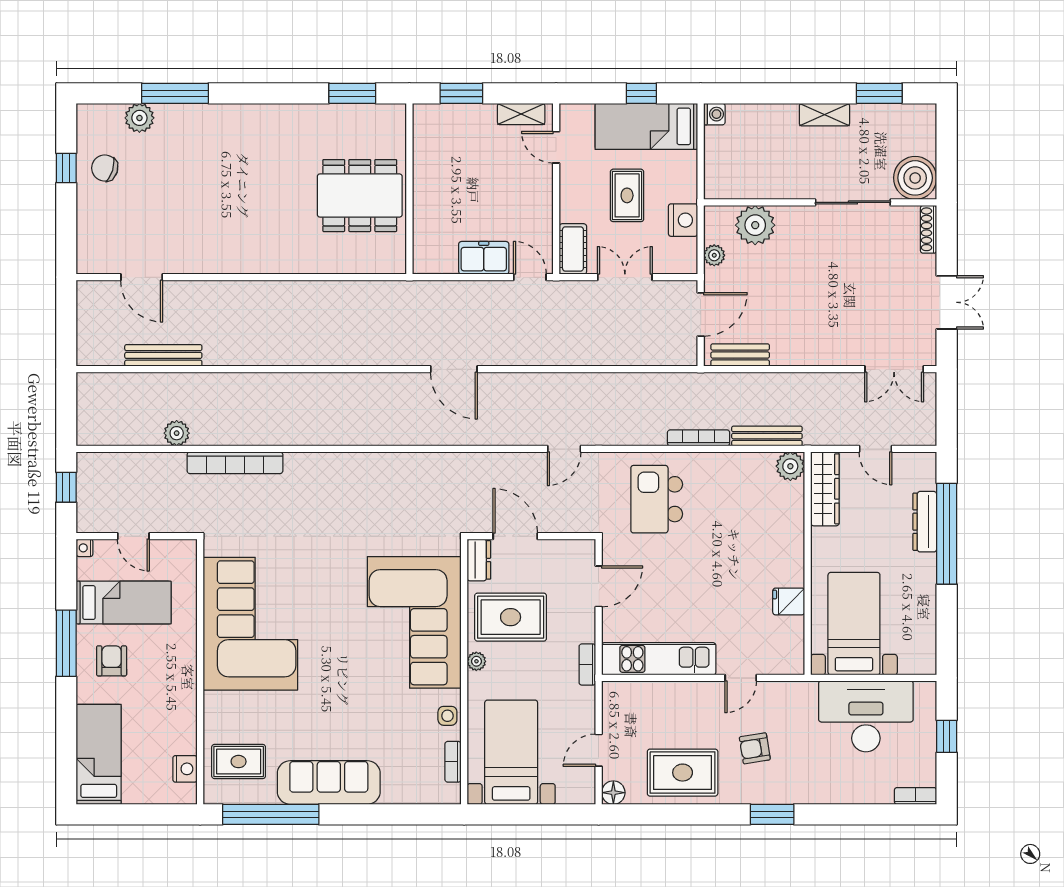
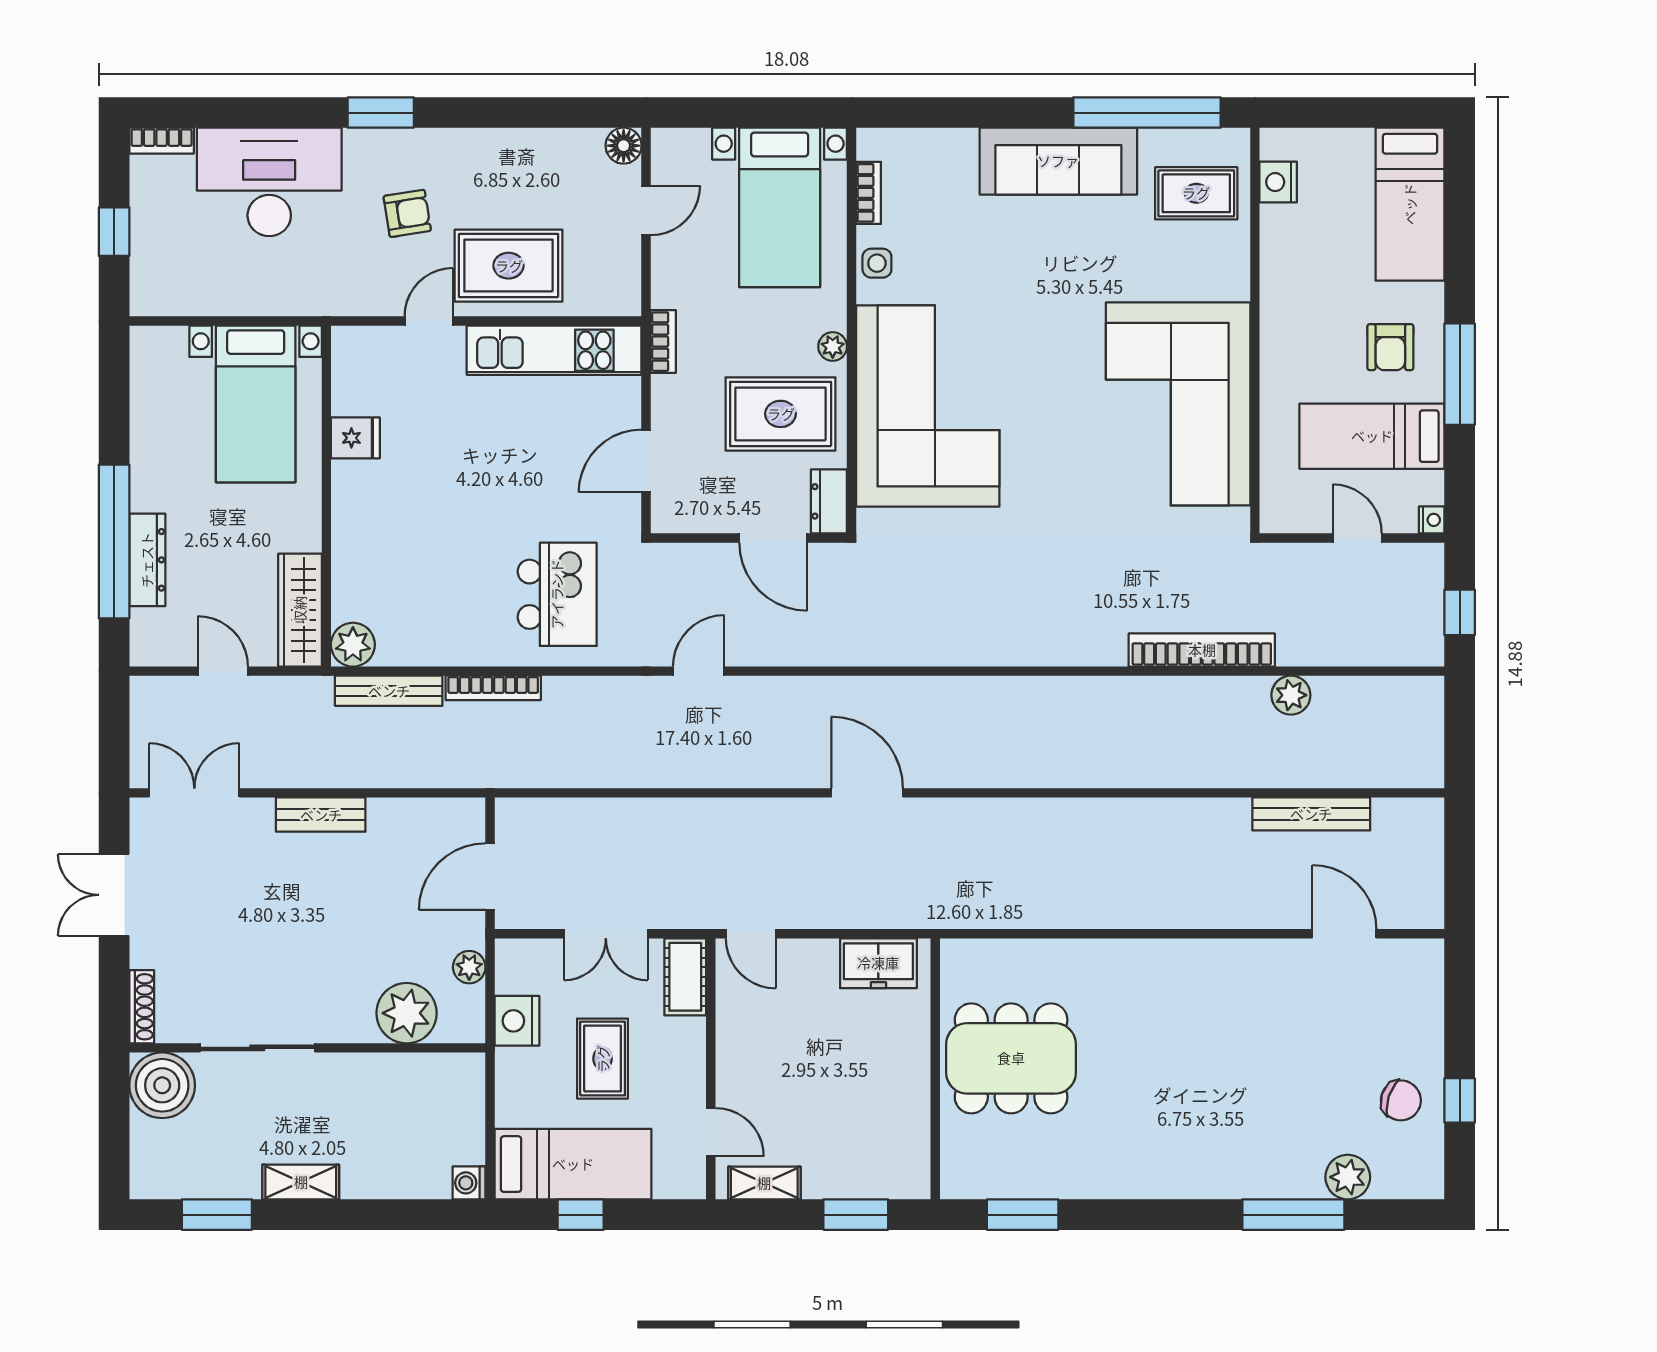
freezer: (484, 258) -> (878, 963), moved
bench: (740, 355) -> (321, 815), moved
desk: (866, 716) -> (269, 182), moved, turned 180
rug: (683, 773) -> (509, 266), moved

